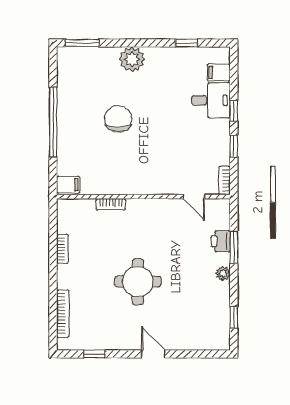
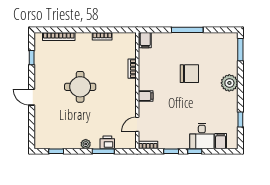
window: (53, 122) -> (187, 30), width x0.68
filing cabinet: (152, 184) -> (146, 96), added
door: (153, 354) -> (32, 97), swing flipped

